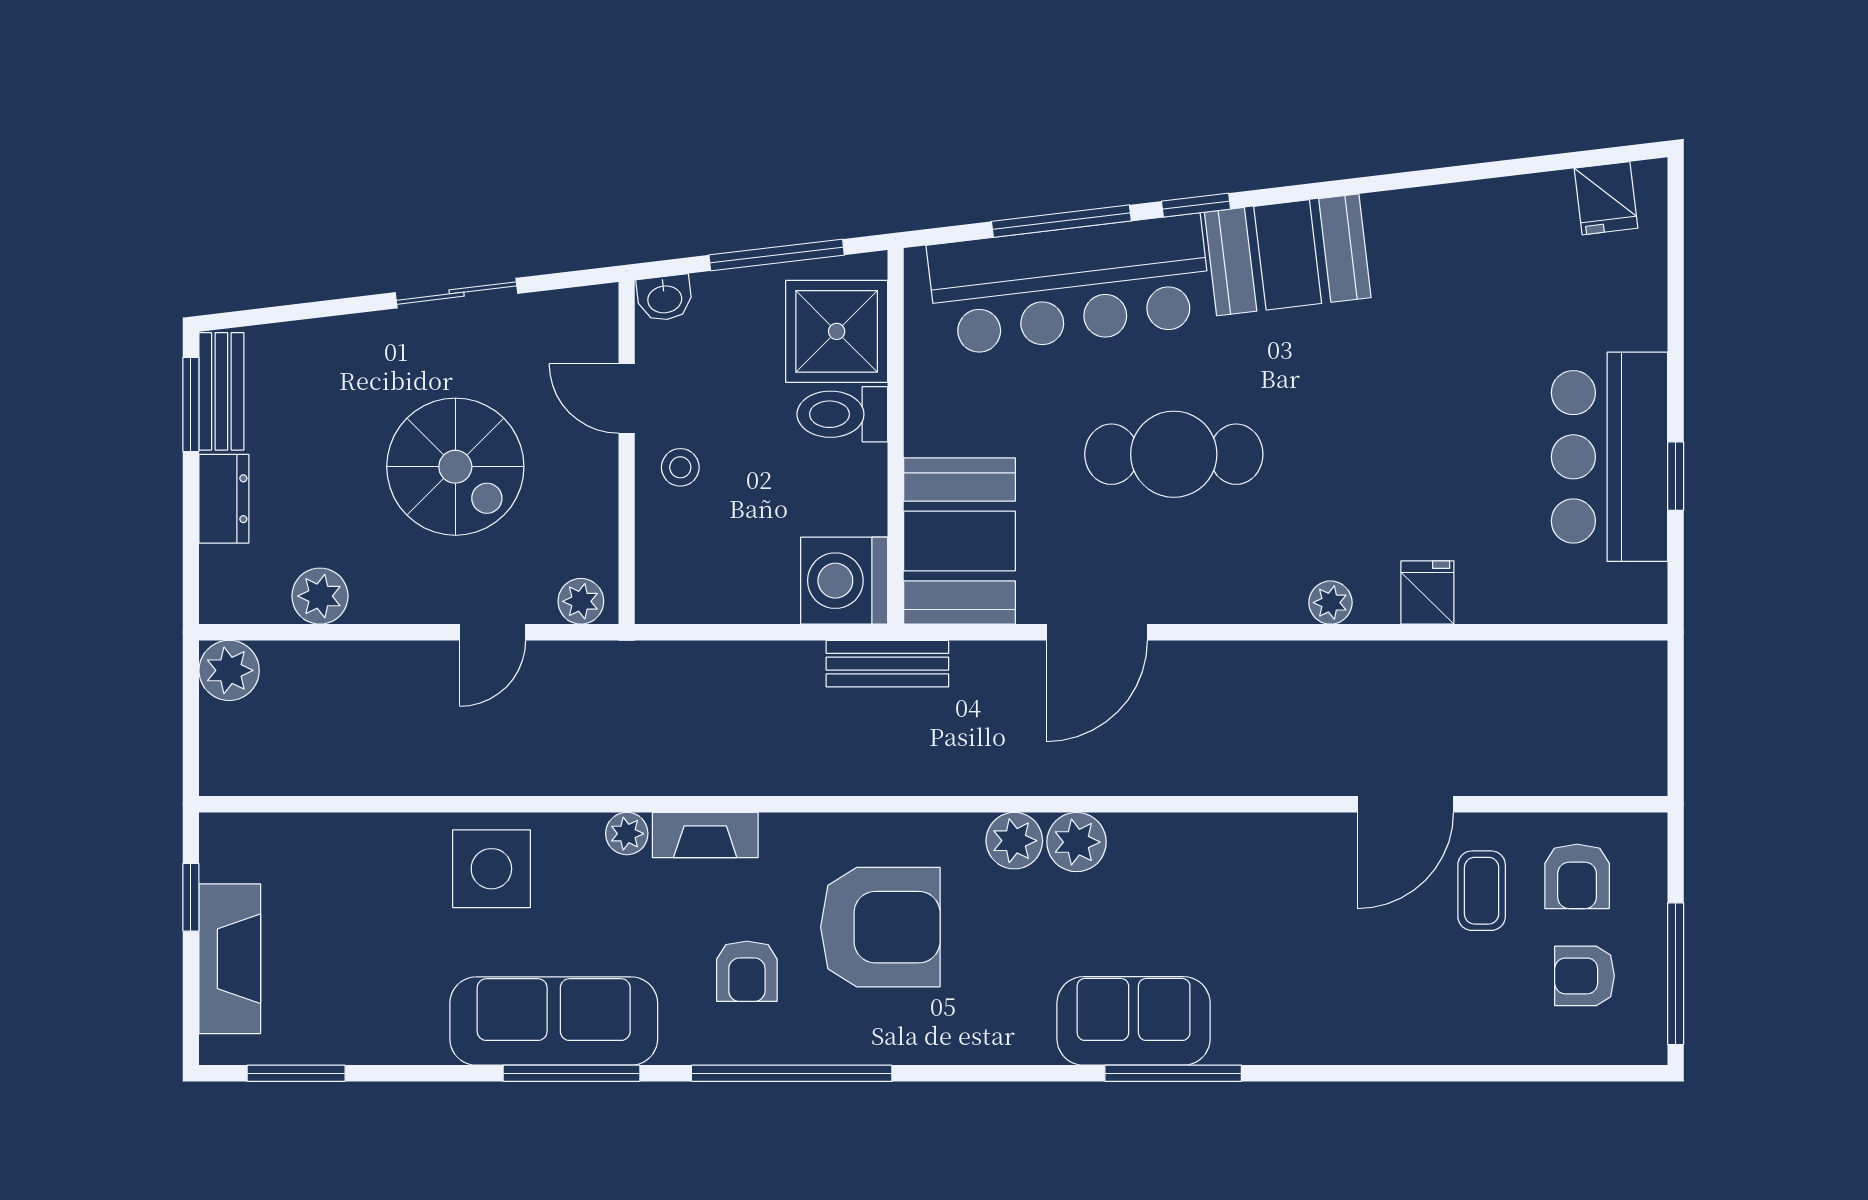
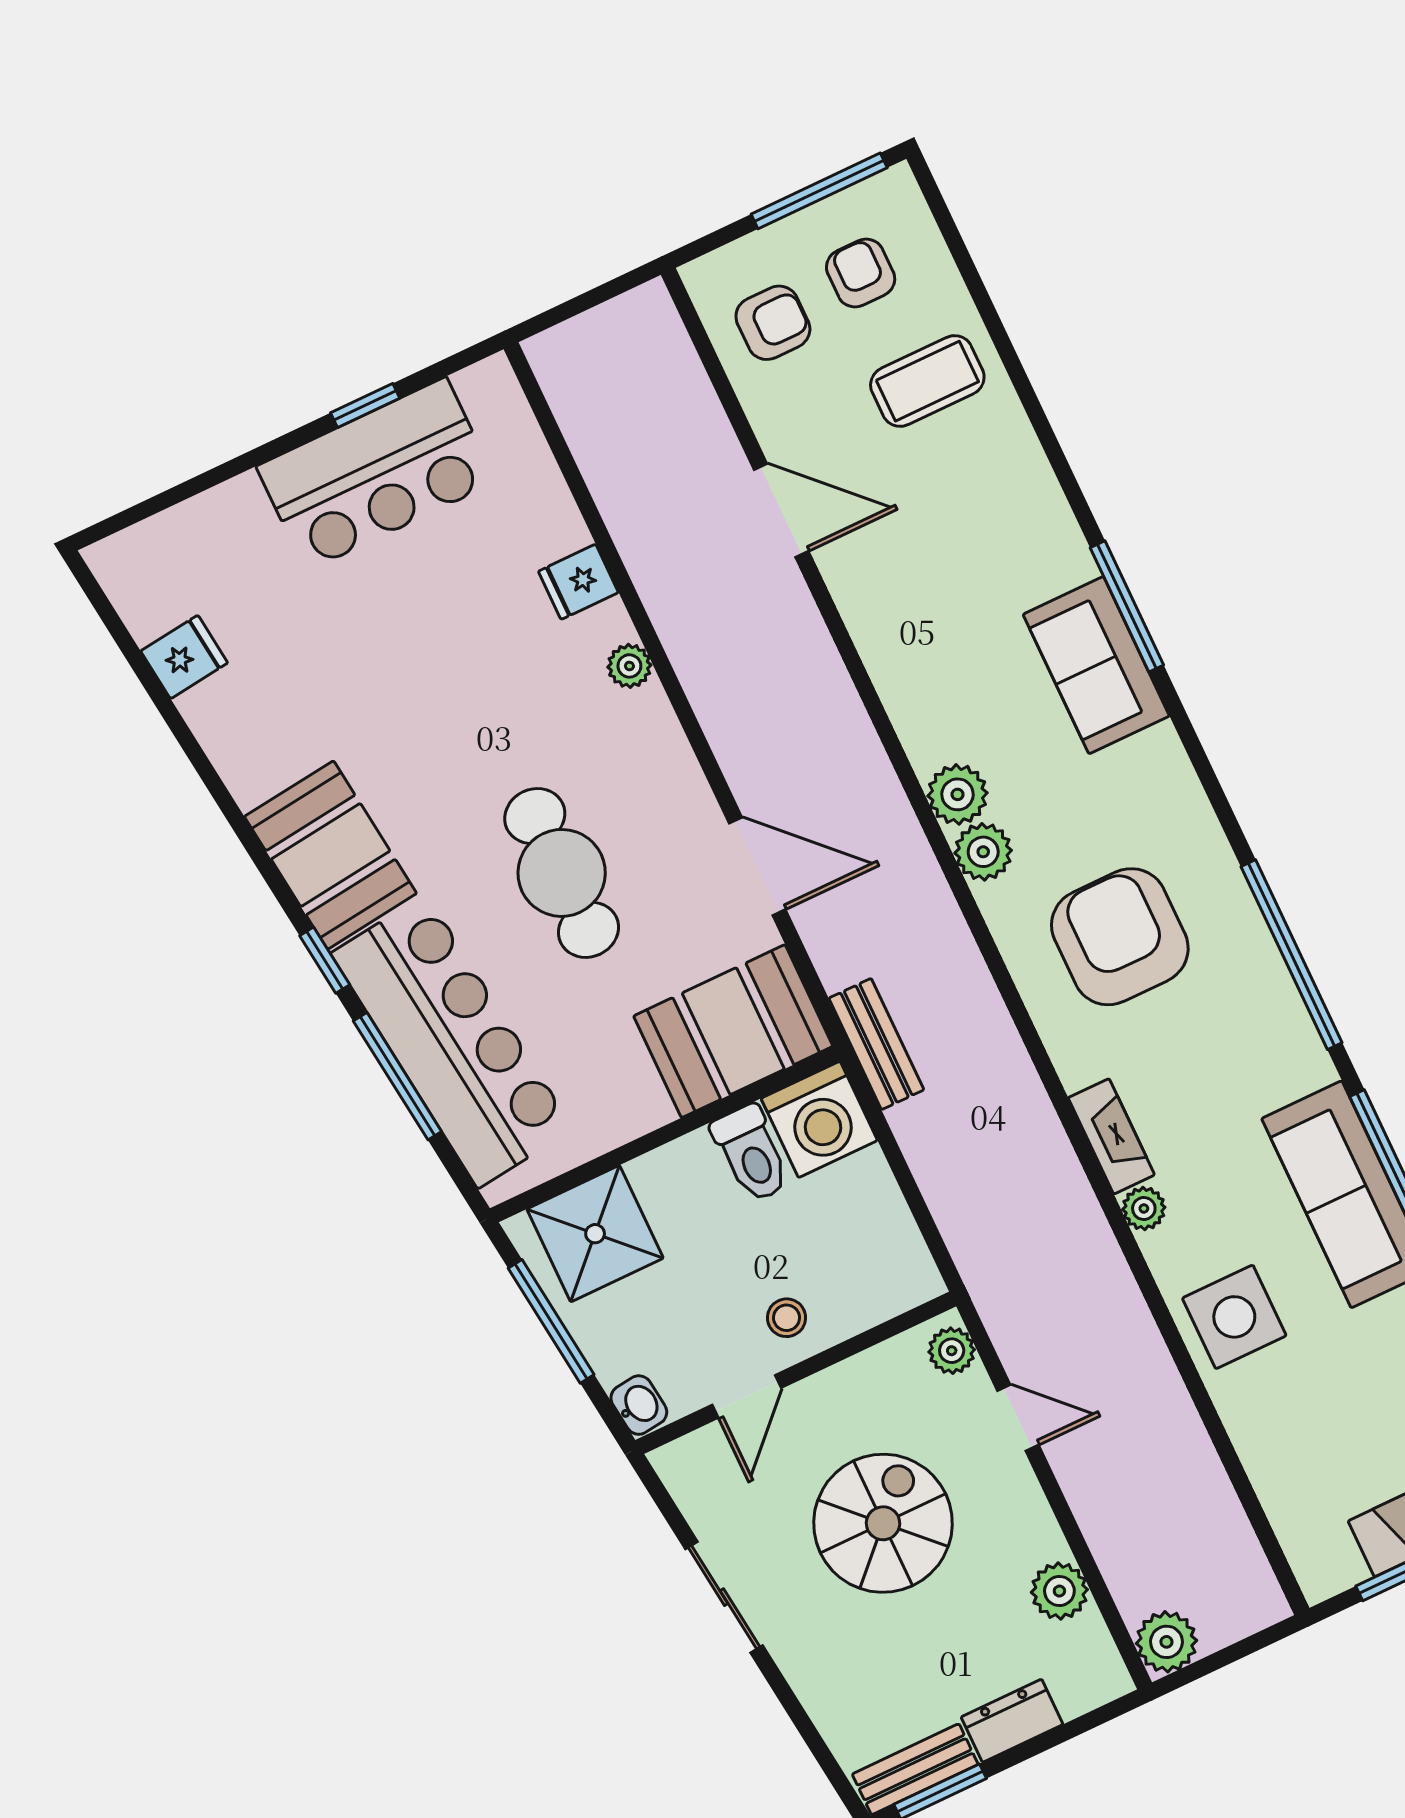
fridge: (1606, 198) -> (184, 657), moved
toilet: (842, 414) -> (751, 1154), moved
coffee table: (1482, 891) -> (927, 381), moved, width x1.36, depth x1.30
armchair: (747, 971) -> (1218, 1039), removed
armchair: (1585, 976) -> (861, 273), turned 180

